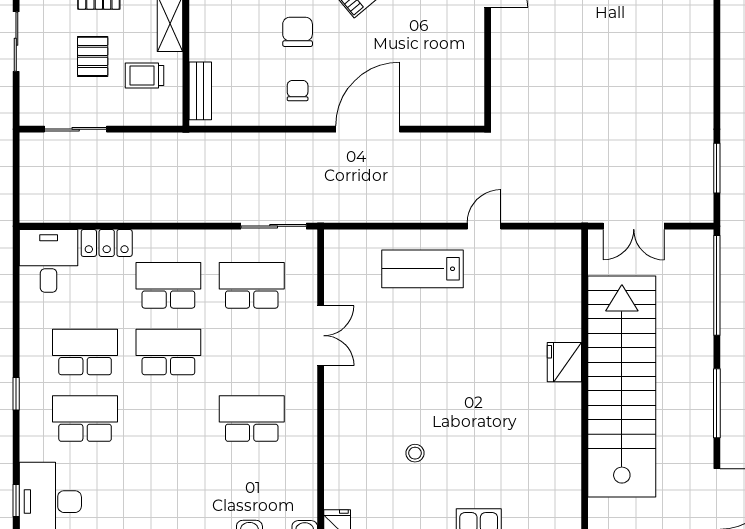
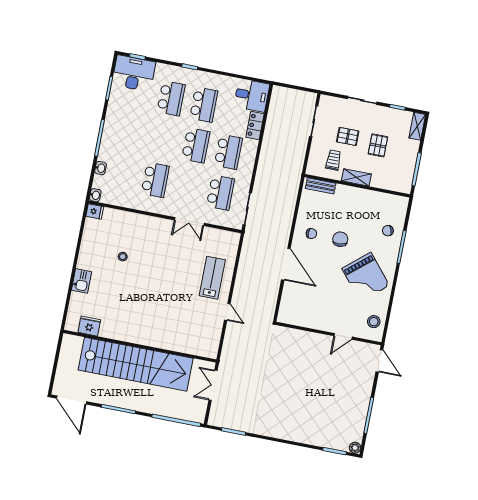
chair: (298, 32) -> (340, 239), turned -96
fridge: (564, 362) -> (89, 326), moved

